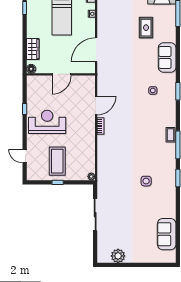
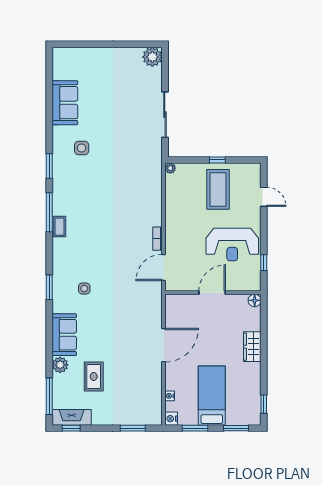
plant: (170, 36) -> (60, 365), added
floor lamp: (31, 69) -> (255, 300), moved
door: (61, 74) -> (212, 293), moved
wall: (61, 74) -> (213, 293), moved
side table: (146, 181) -> (82, 148), moved
sofa: (167, 234) -> (65, 103), moved
plant: (118, 256) -> (152, 57), moved

